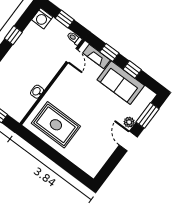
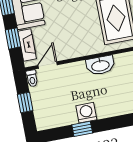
washing machine: (42, 18) -> (86, 113), moved, turned -90
washbasin: (37, 92) -> (100, 65), width x1.91, depth x1.45

